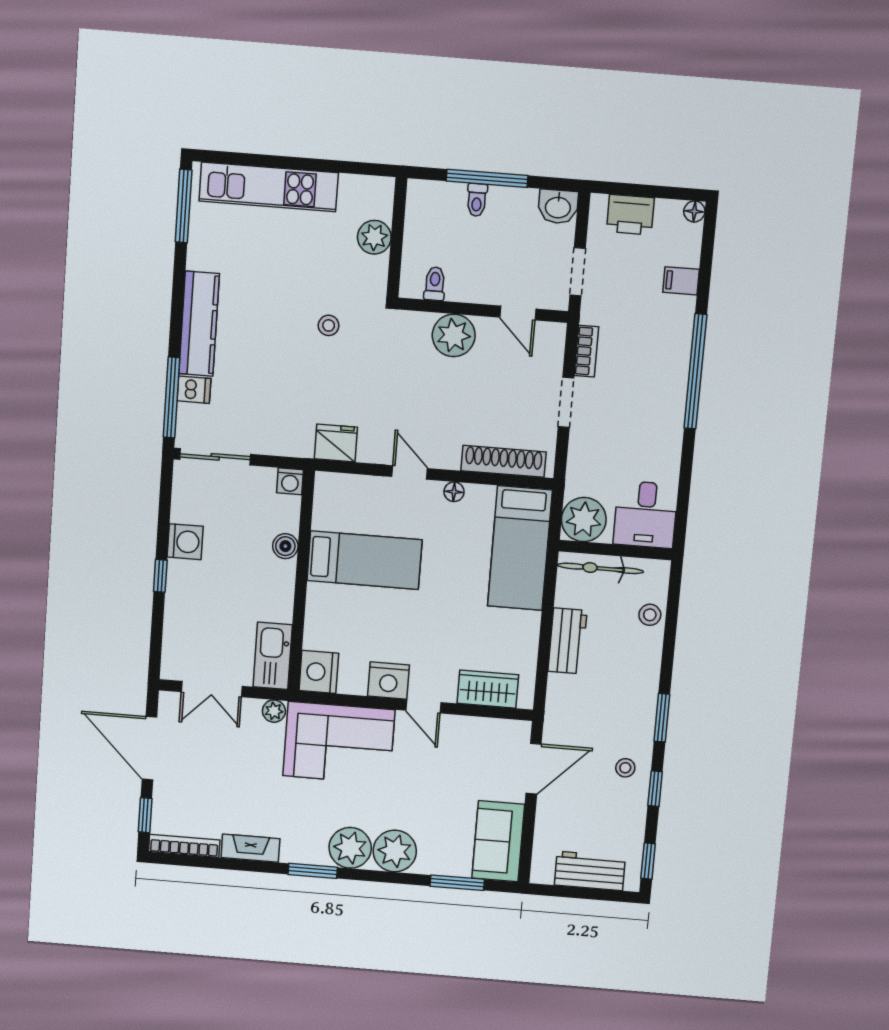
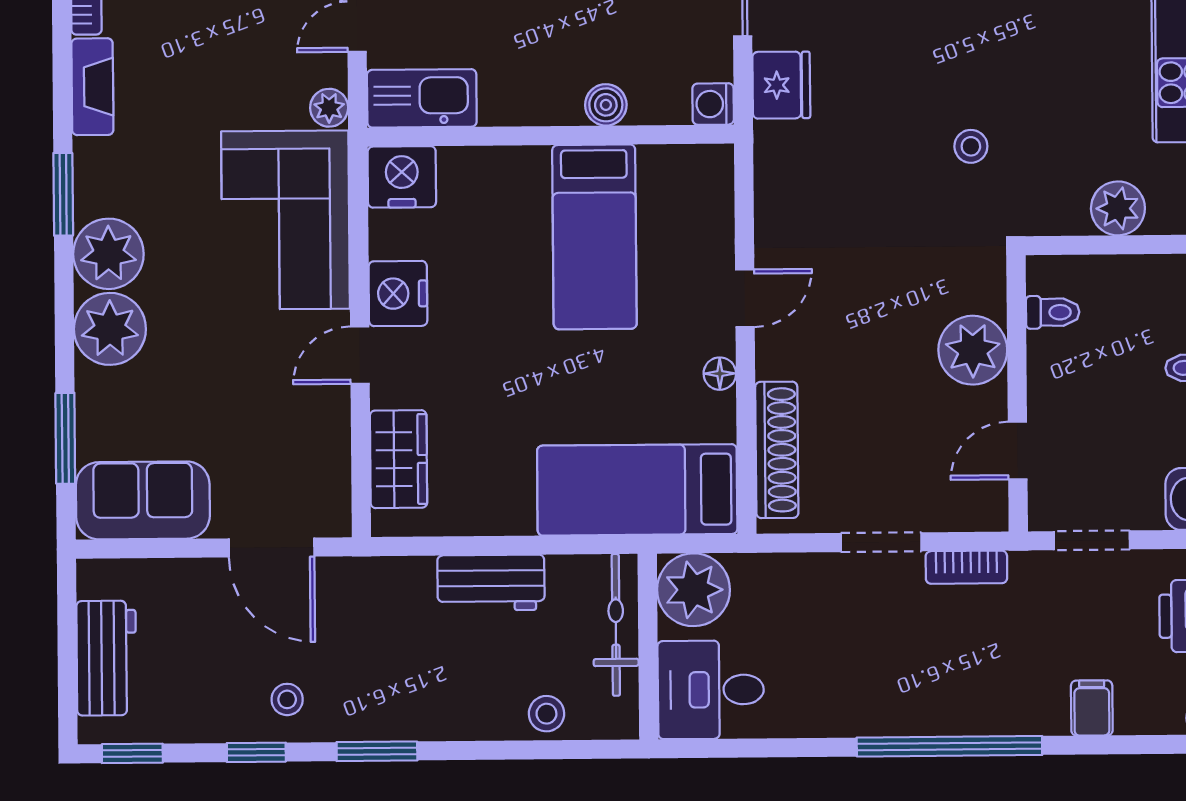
fridge: (336, 443) -> (781, 85), moved

